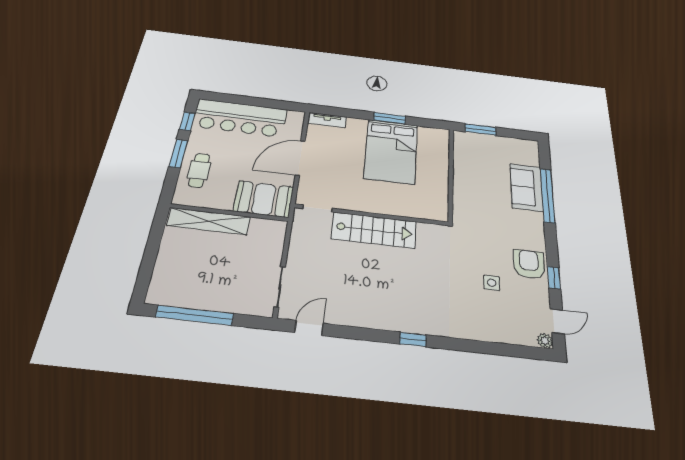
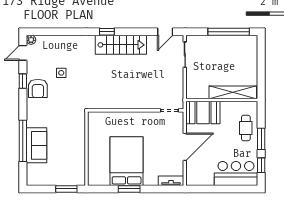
bar counter: (240, 118) -> (236, 173), width x0.73
stairs: (374, 230) -> (121, 45), moved, turned 180

